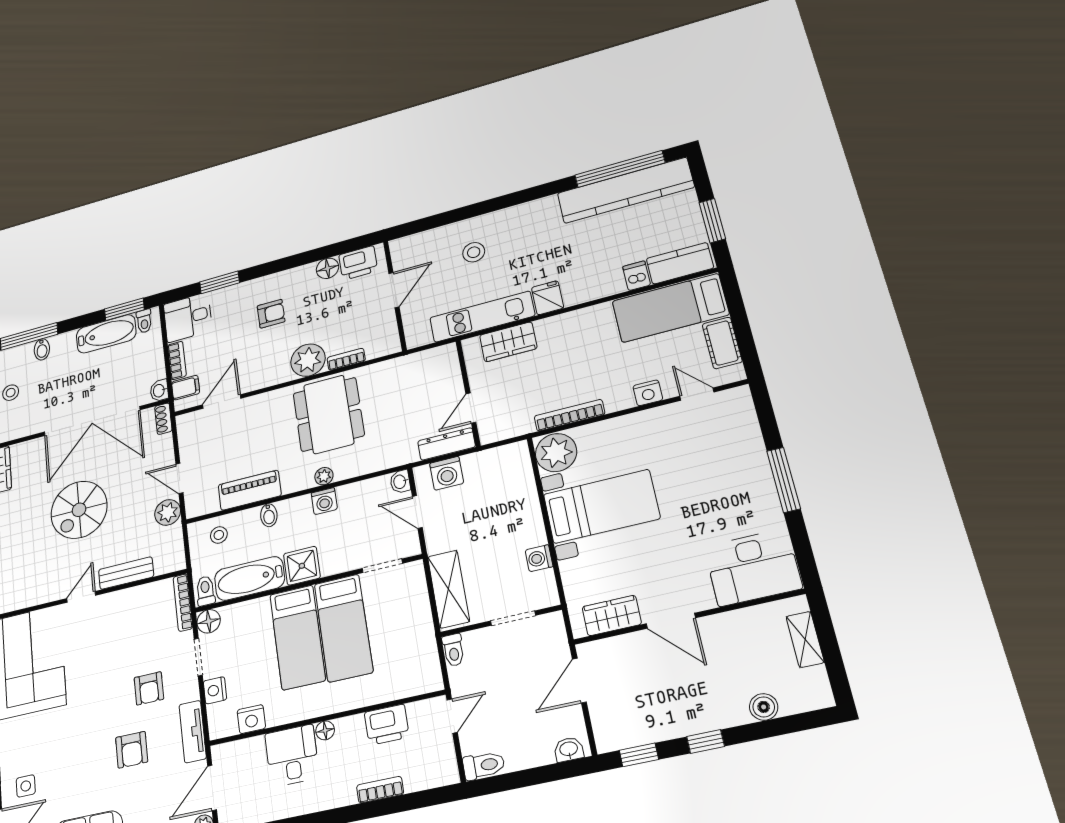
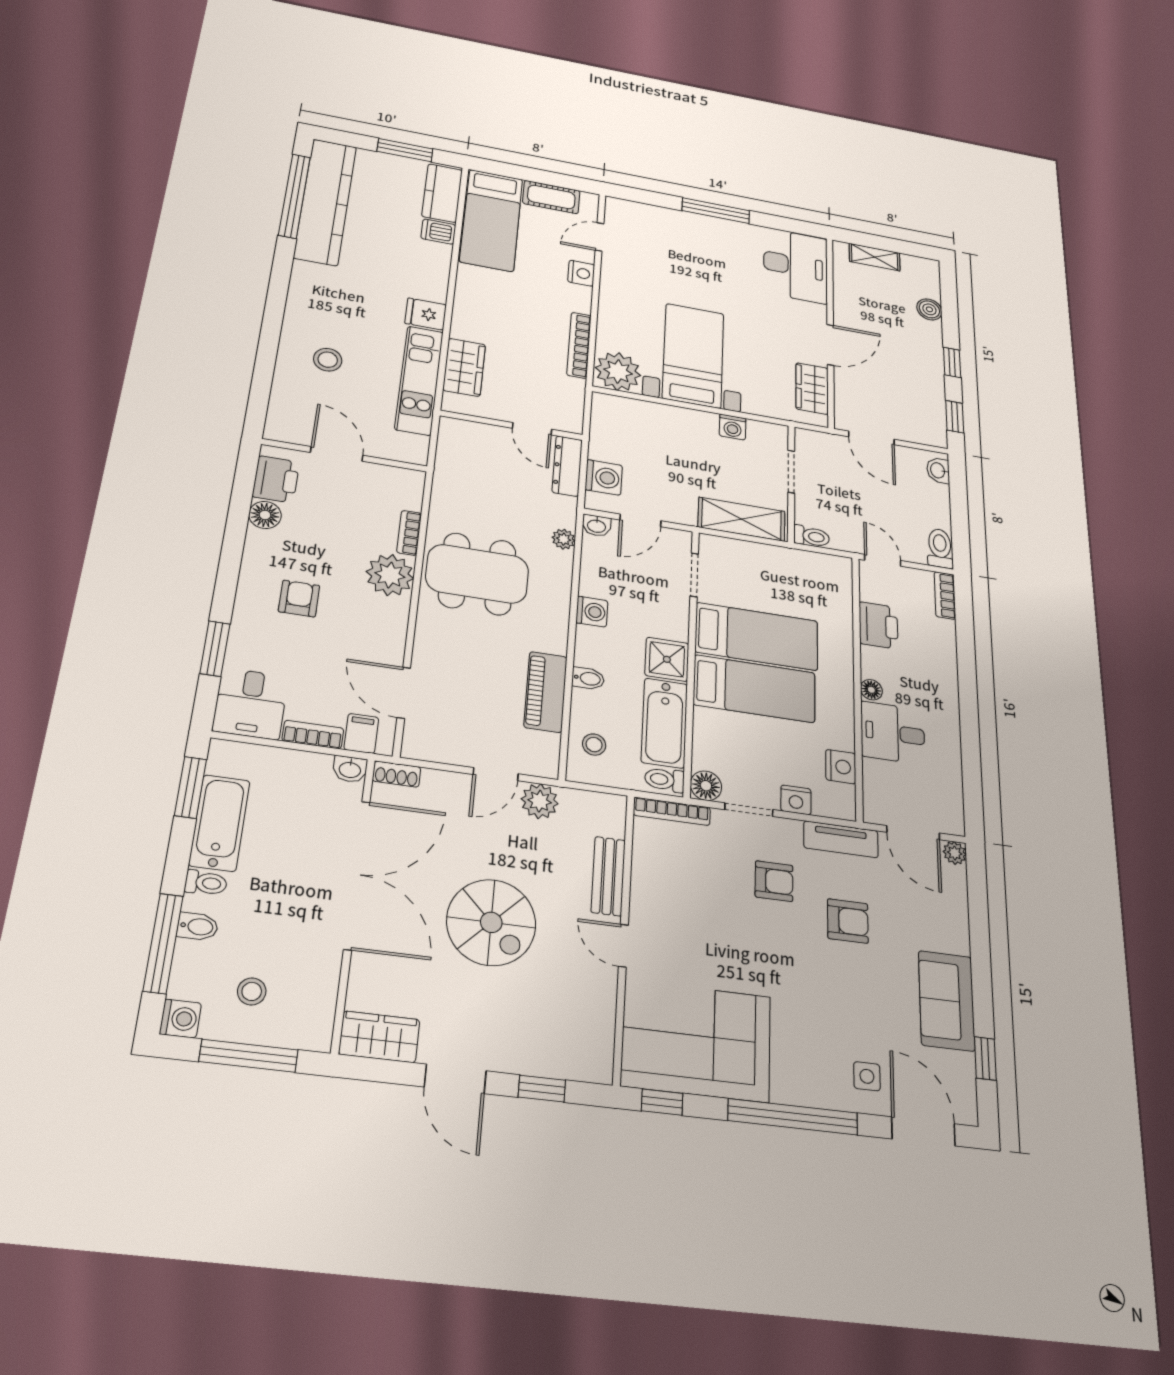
toilet: (144, 321) -> (206, 883), moved
plant: (324, 476) -> (564, 539), moved
bookcase: (380, 790) -> (945, 596), moved

